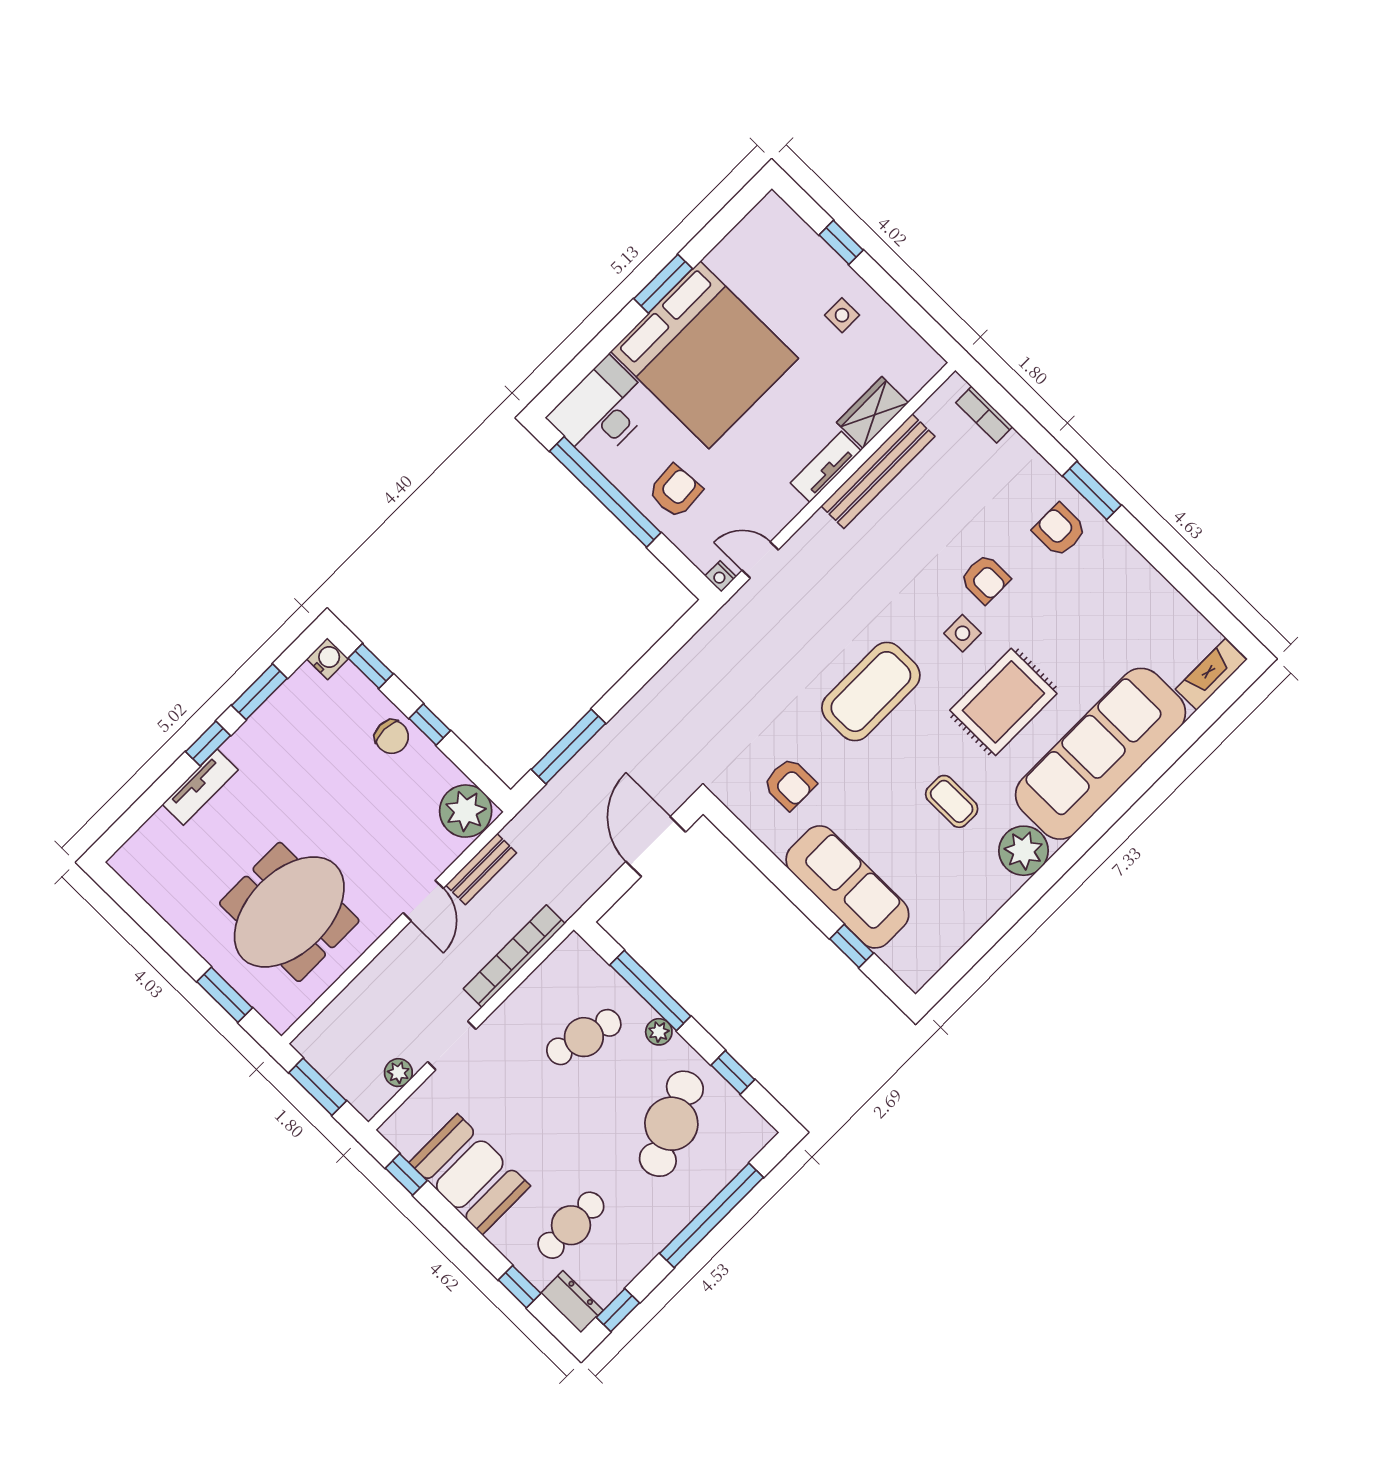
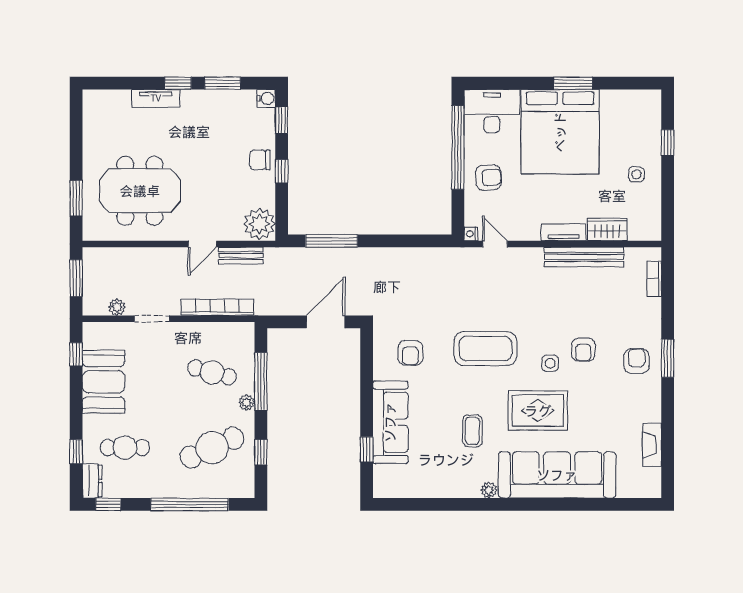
fireplace: (1211, 674) -> (652, 445), moved, turned -90
chair: (392, 737) -> (260, 160), turned 90
plant: (1023, 851) -> (489, 490), width x0.53, depth x0.53

